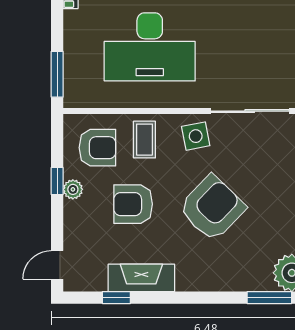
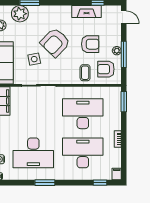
side table: (196, 136) -> (34, 59), moved
window: (57, 181) -> (124, 54), width x2.17
door: (57, 265) -> (124, 17), hinge flipped

